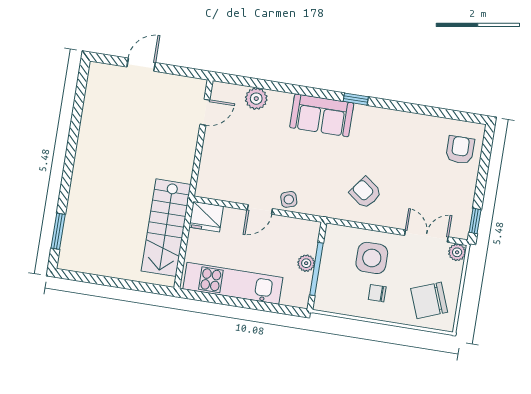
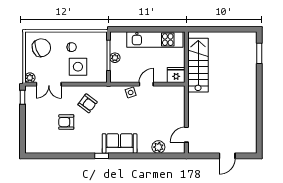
armchair: (460, 150) -> (66, 122), moved, turned 90

